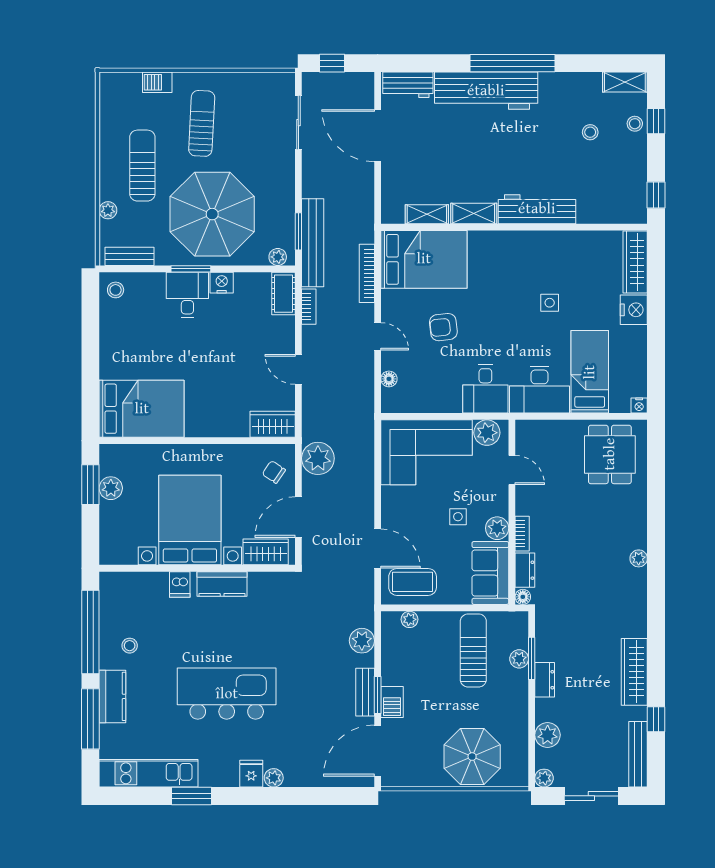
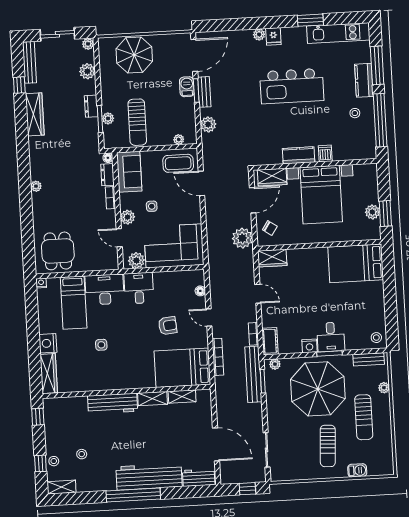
plant: (497, 528) -> (128, 217), moved

